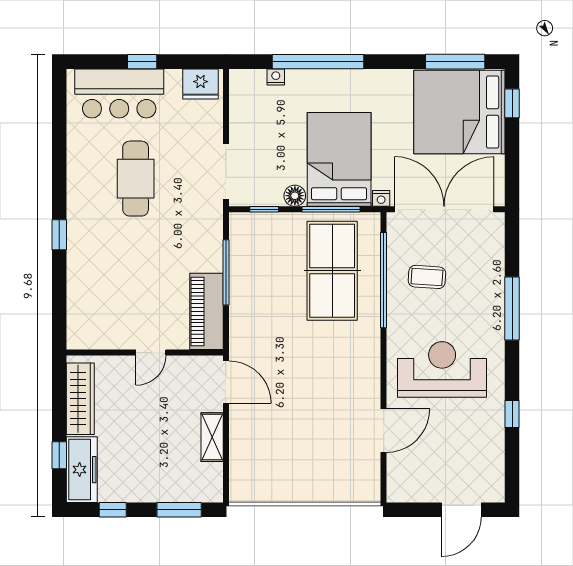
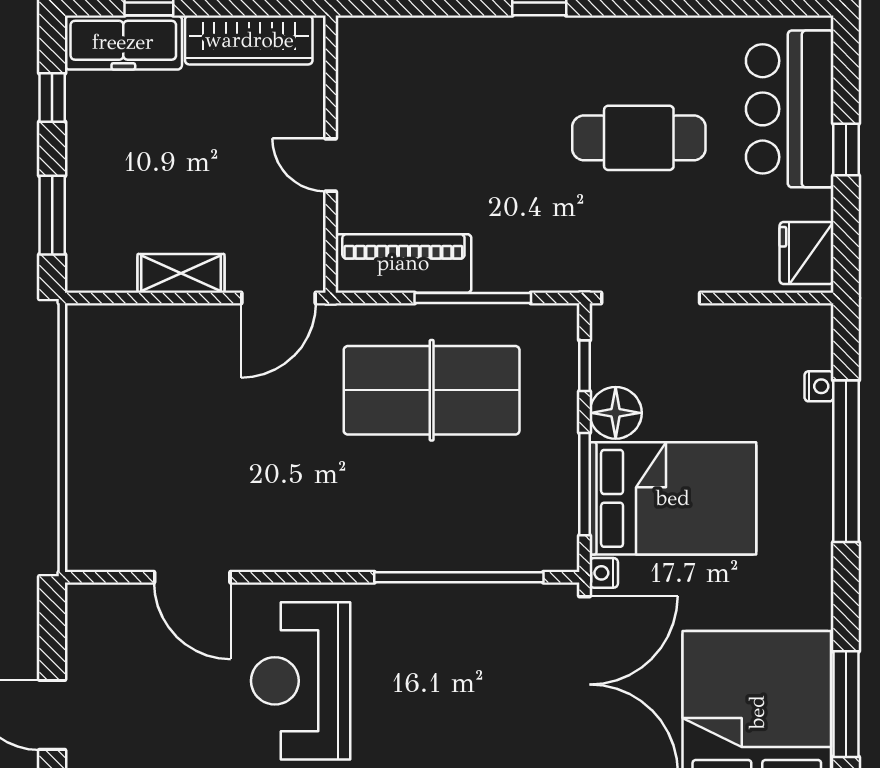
floor lamp: (295, 196) -> (616, 413), width x1.38, depth x1.38
table tennis table: (332, 271) -> (432, 390), moved
coffee table: (427, 277) -> (465, 654), removed
reception desk: (442, 369) -> (301, 681), turned 180

